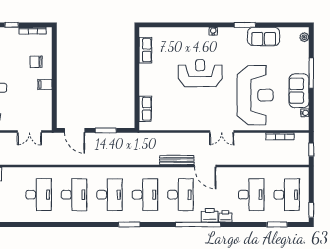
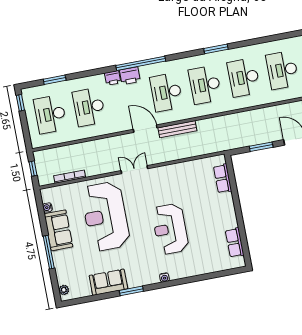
reception desk: (200, 73) -> (170, 229), turned 90

